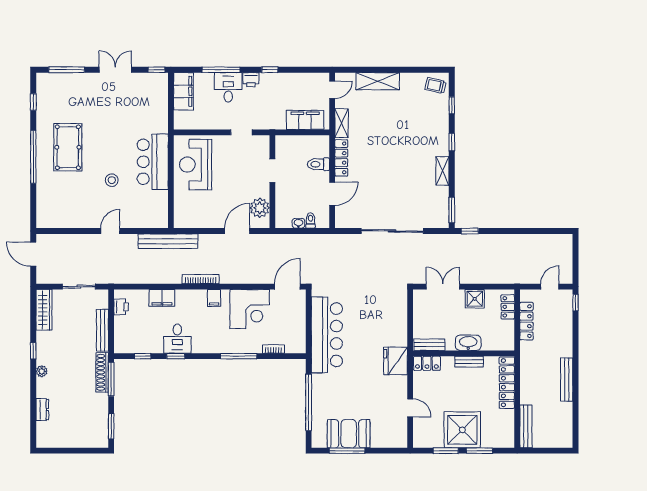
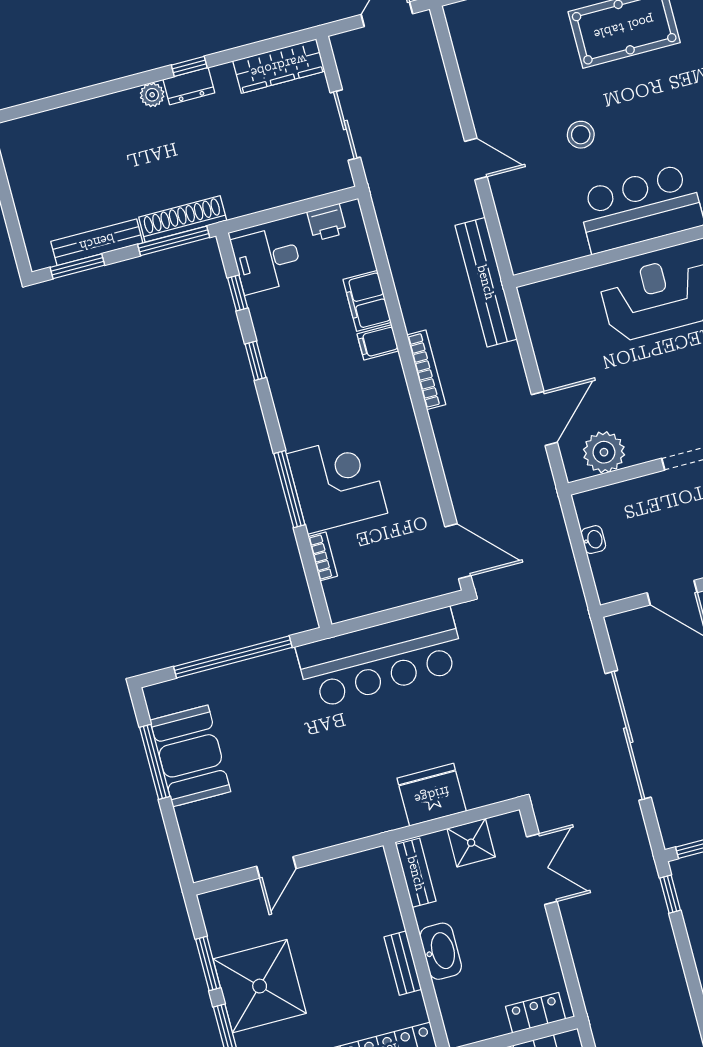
toilet: (311, 220) -> (606, 563), removed
door: (237, 231) -> (544, 418), hinge flipped
filing cabinet: (214, 298) -> (378, 342), moved
shower: (475, 299) -> (471, 843), moved
corner desk: (250, 309) -> (337, 484), moved, turned 180
bench: (102, 330) -> (97, 242), moved
desk: (177, 339) -> (267, 260), moved
fridge: (396, 361) -> (432, 795), moved
locker: (427, 363) -> (377, 878), removed
dresser: (42, 410) -> (189, 86), moved

